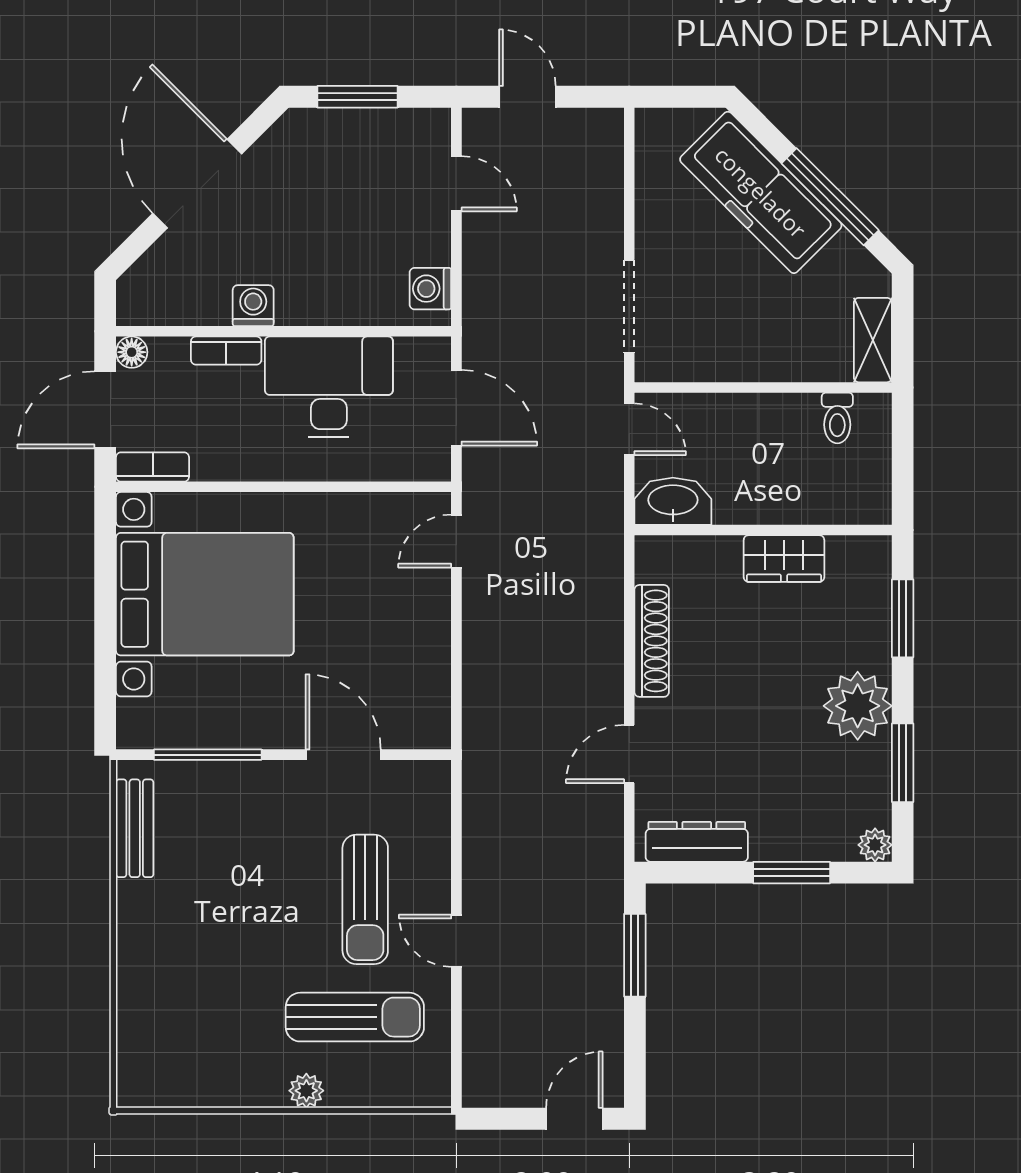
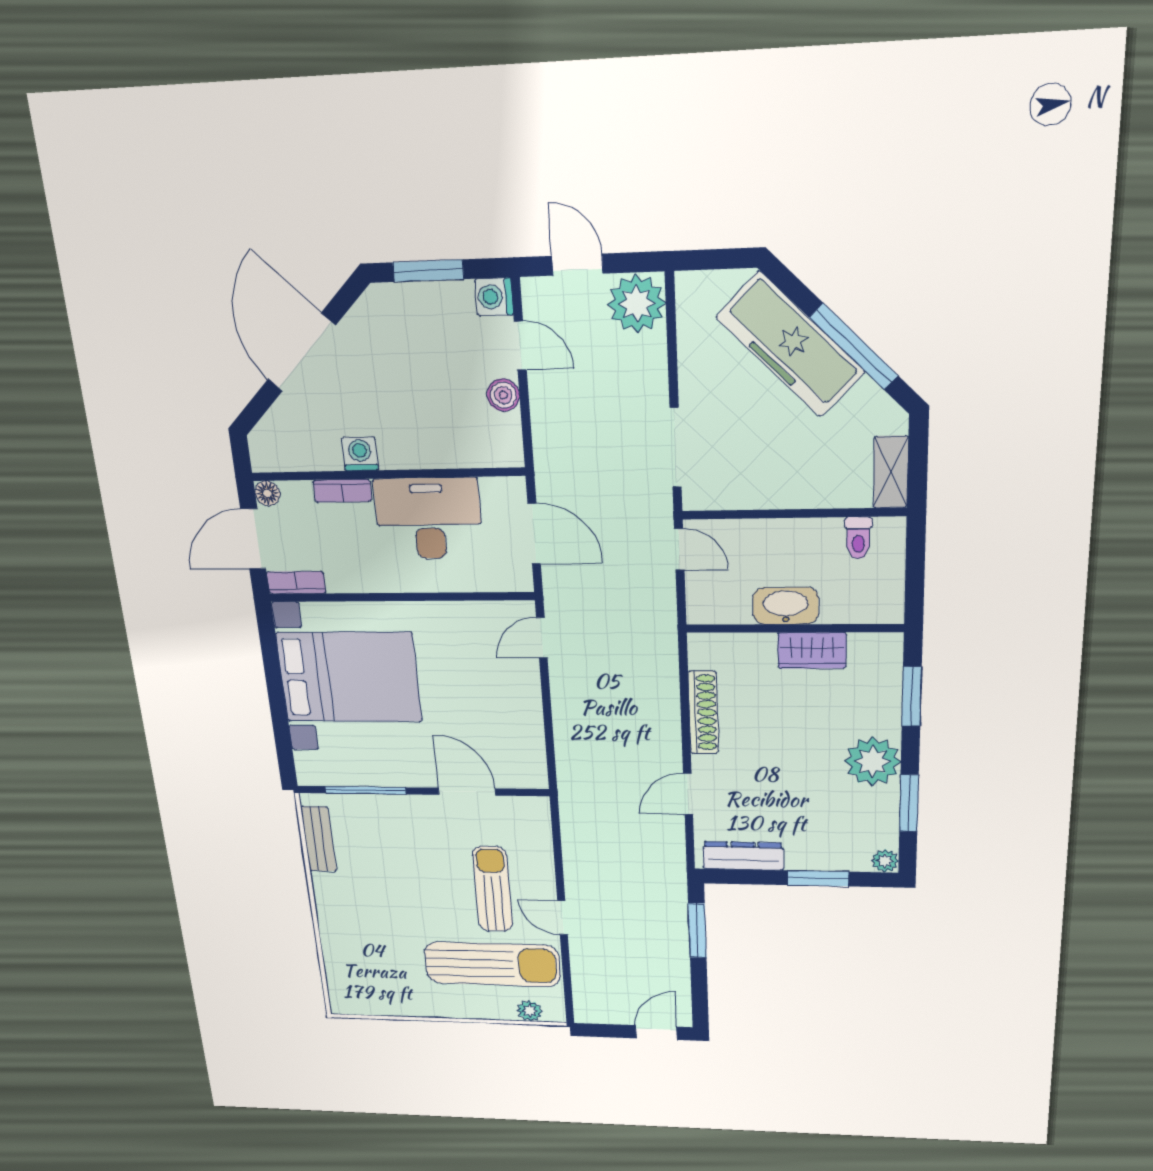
plant: (592, 142) -> (637, 304), added
boiler: (432, 240) -> (503, 395), added
washing machine: (430, 289) -> (494, 297), moved
washbasin: (673, 501) -> (786, 606), moved
sun lounger: (365, 899) -> (493, 889), turned 180
sun lounger: (355, 1017) -> (492, 964), width x1.36, depth x1.34
plant: (306, 1091) -> (530, 1011), moved

